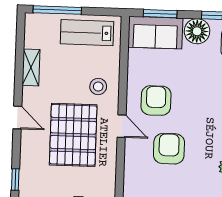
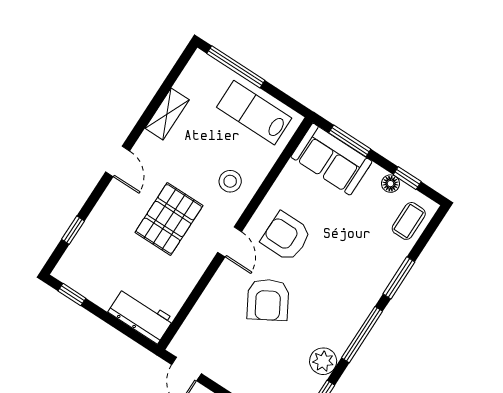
floor lamp: (197, 31) -> (391, 184), width x0.53, depth x0.53
armchair: (156, 101) -> (286, 236), turned -90
pallet: (73, 135) -> (169, 219), width x0.73, depth x0.71
armchair: (169, 149) -> (268, 300), turned 150

